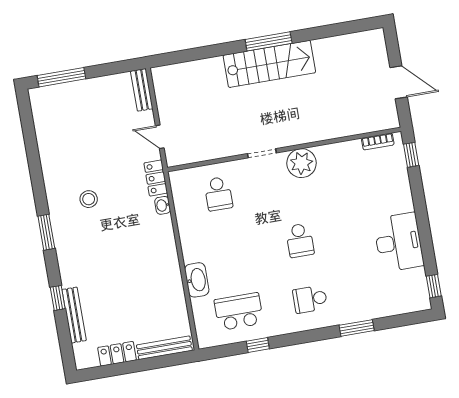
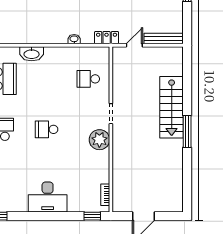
stairs: (269, 64) -> (172, 107), moved
bench: (142, 90) -> (164, 39), width x1.36
washbasin: (163, 205) -> (74, 39), moved
desk: (399, 242) -> (48, 197), moved

